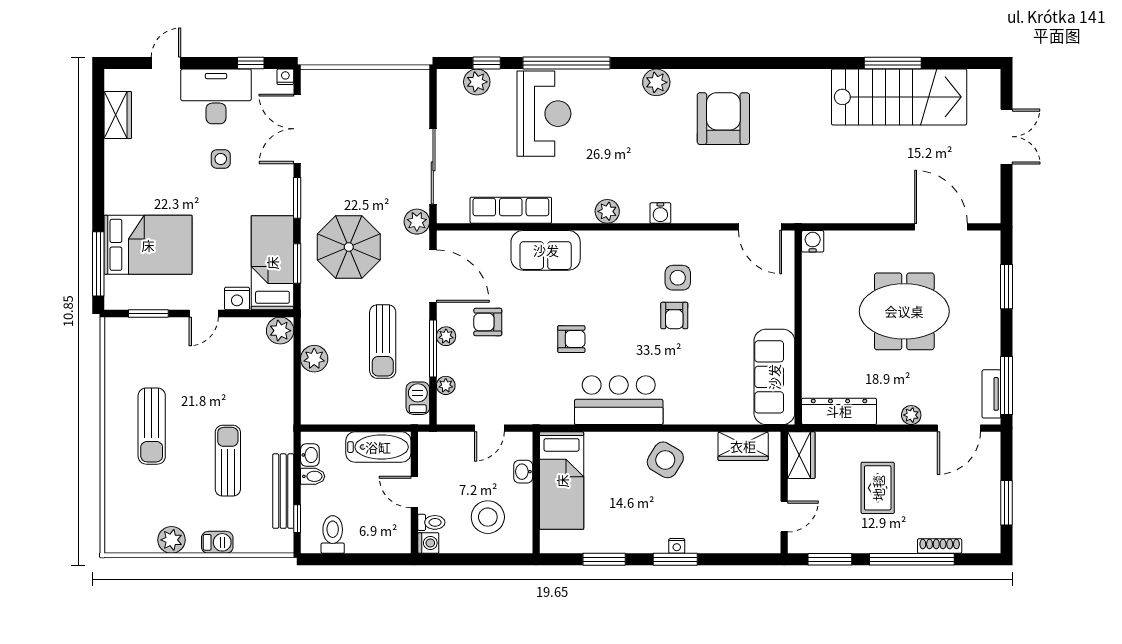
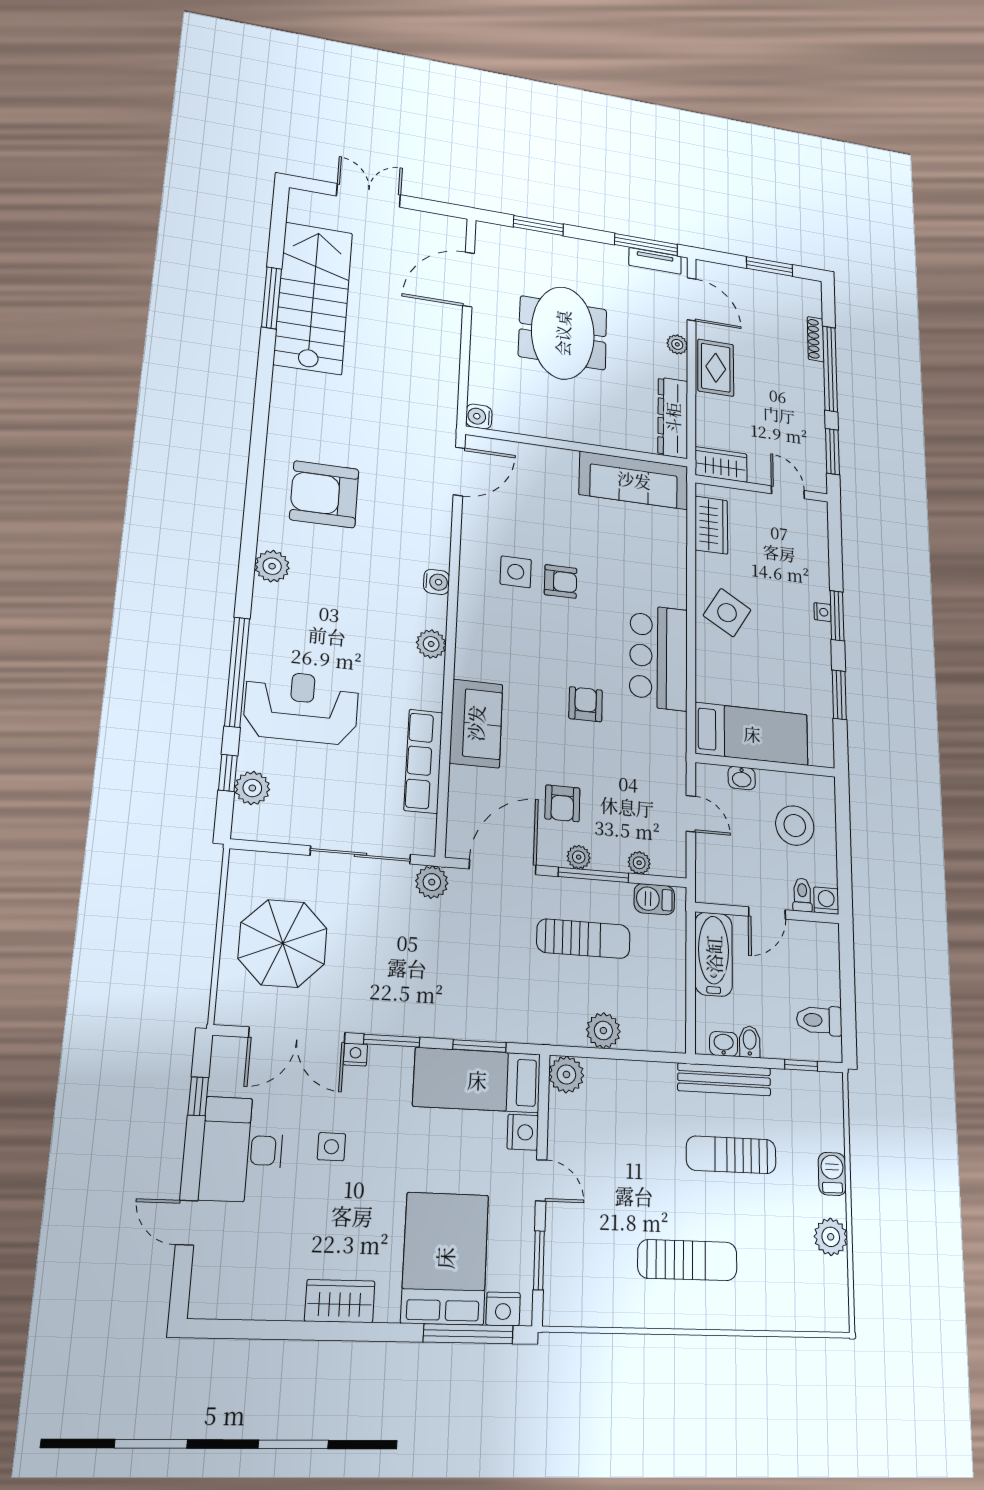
nightstand: (285, 77) -> (355, 1054), moved, turned 90
wardrobe: (118, 115) -> (340, 1301), moved
parasol: (349, 247) -> (283, 943), moved
nightstand: (115, 288) -> (503, 1309), added
rug: (878, 488) -> (716, 368), moved, turned 90
bench: (283, 491) -> (724, 1079), moved

